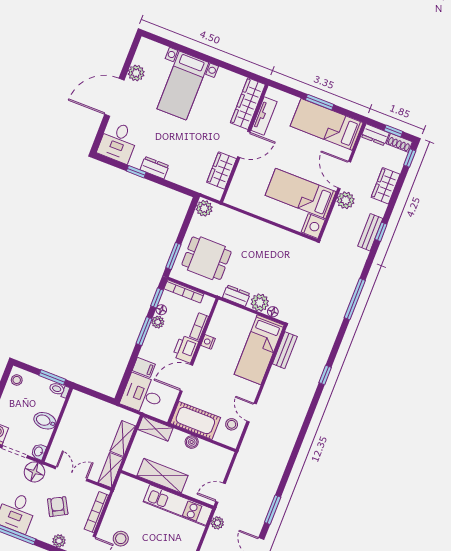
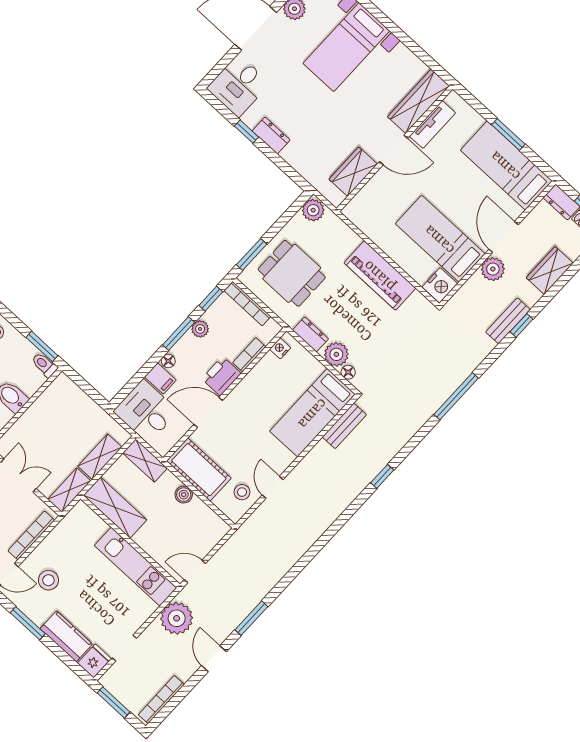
piano: (269, 236) -> (380, 275), added
floor lamp: (161, 310) -> (168, 361), moved
nightstand: (208, 342) -> (280, 348), moved
shelving: (163, 476) -> (115, 508), moved
plant: (217, 523) -> (177, 618), width x1.88, depth x1.88

